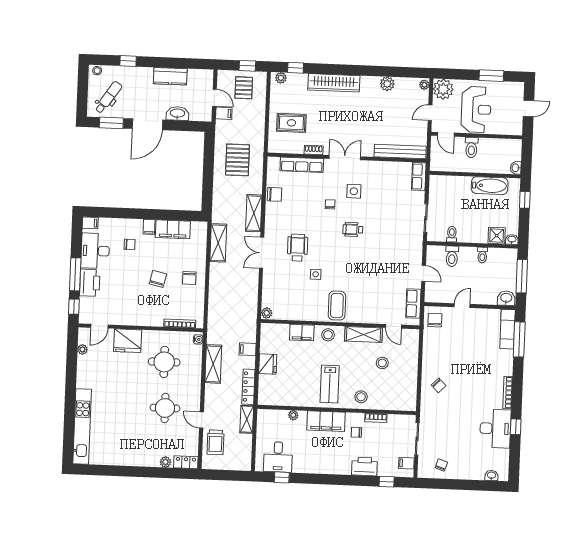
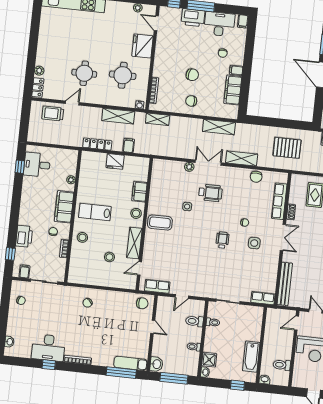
toilet: (471, 147) -> (282, 365), moved
plant: (267, 313) -> (189, 167), moved
shelving: (247, 419) -> (158, 119), moved

